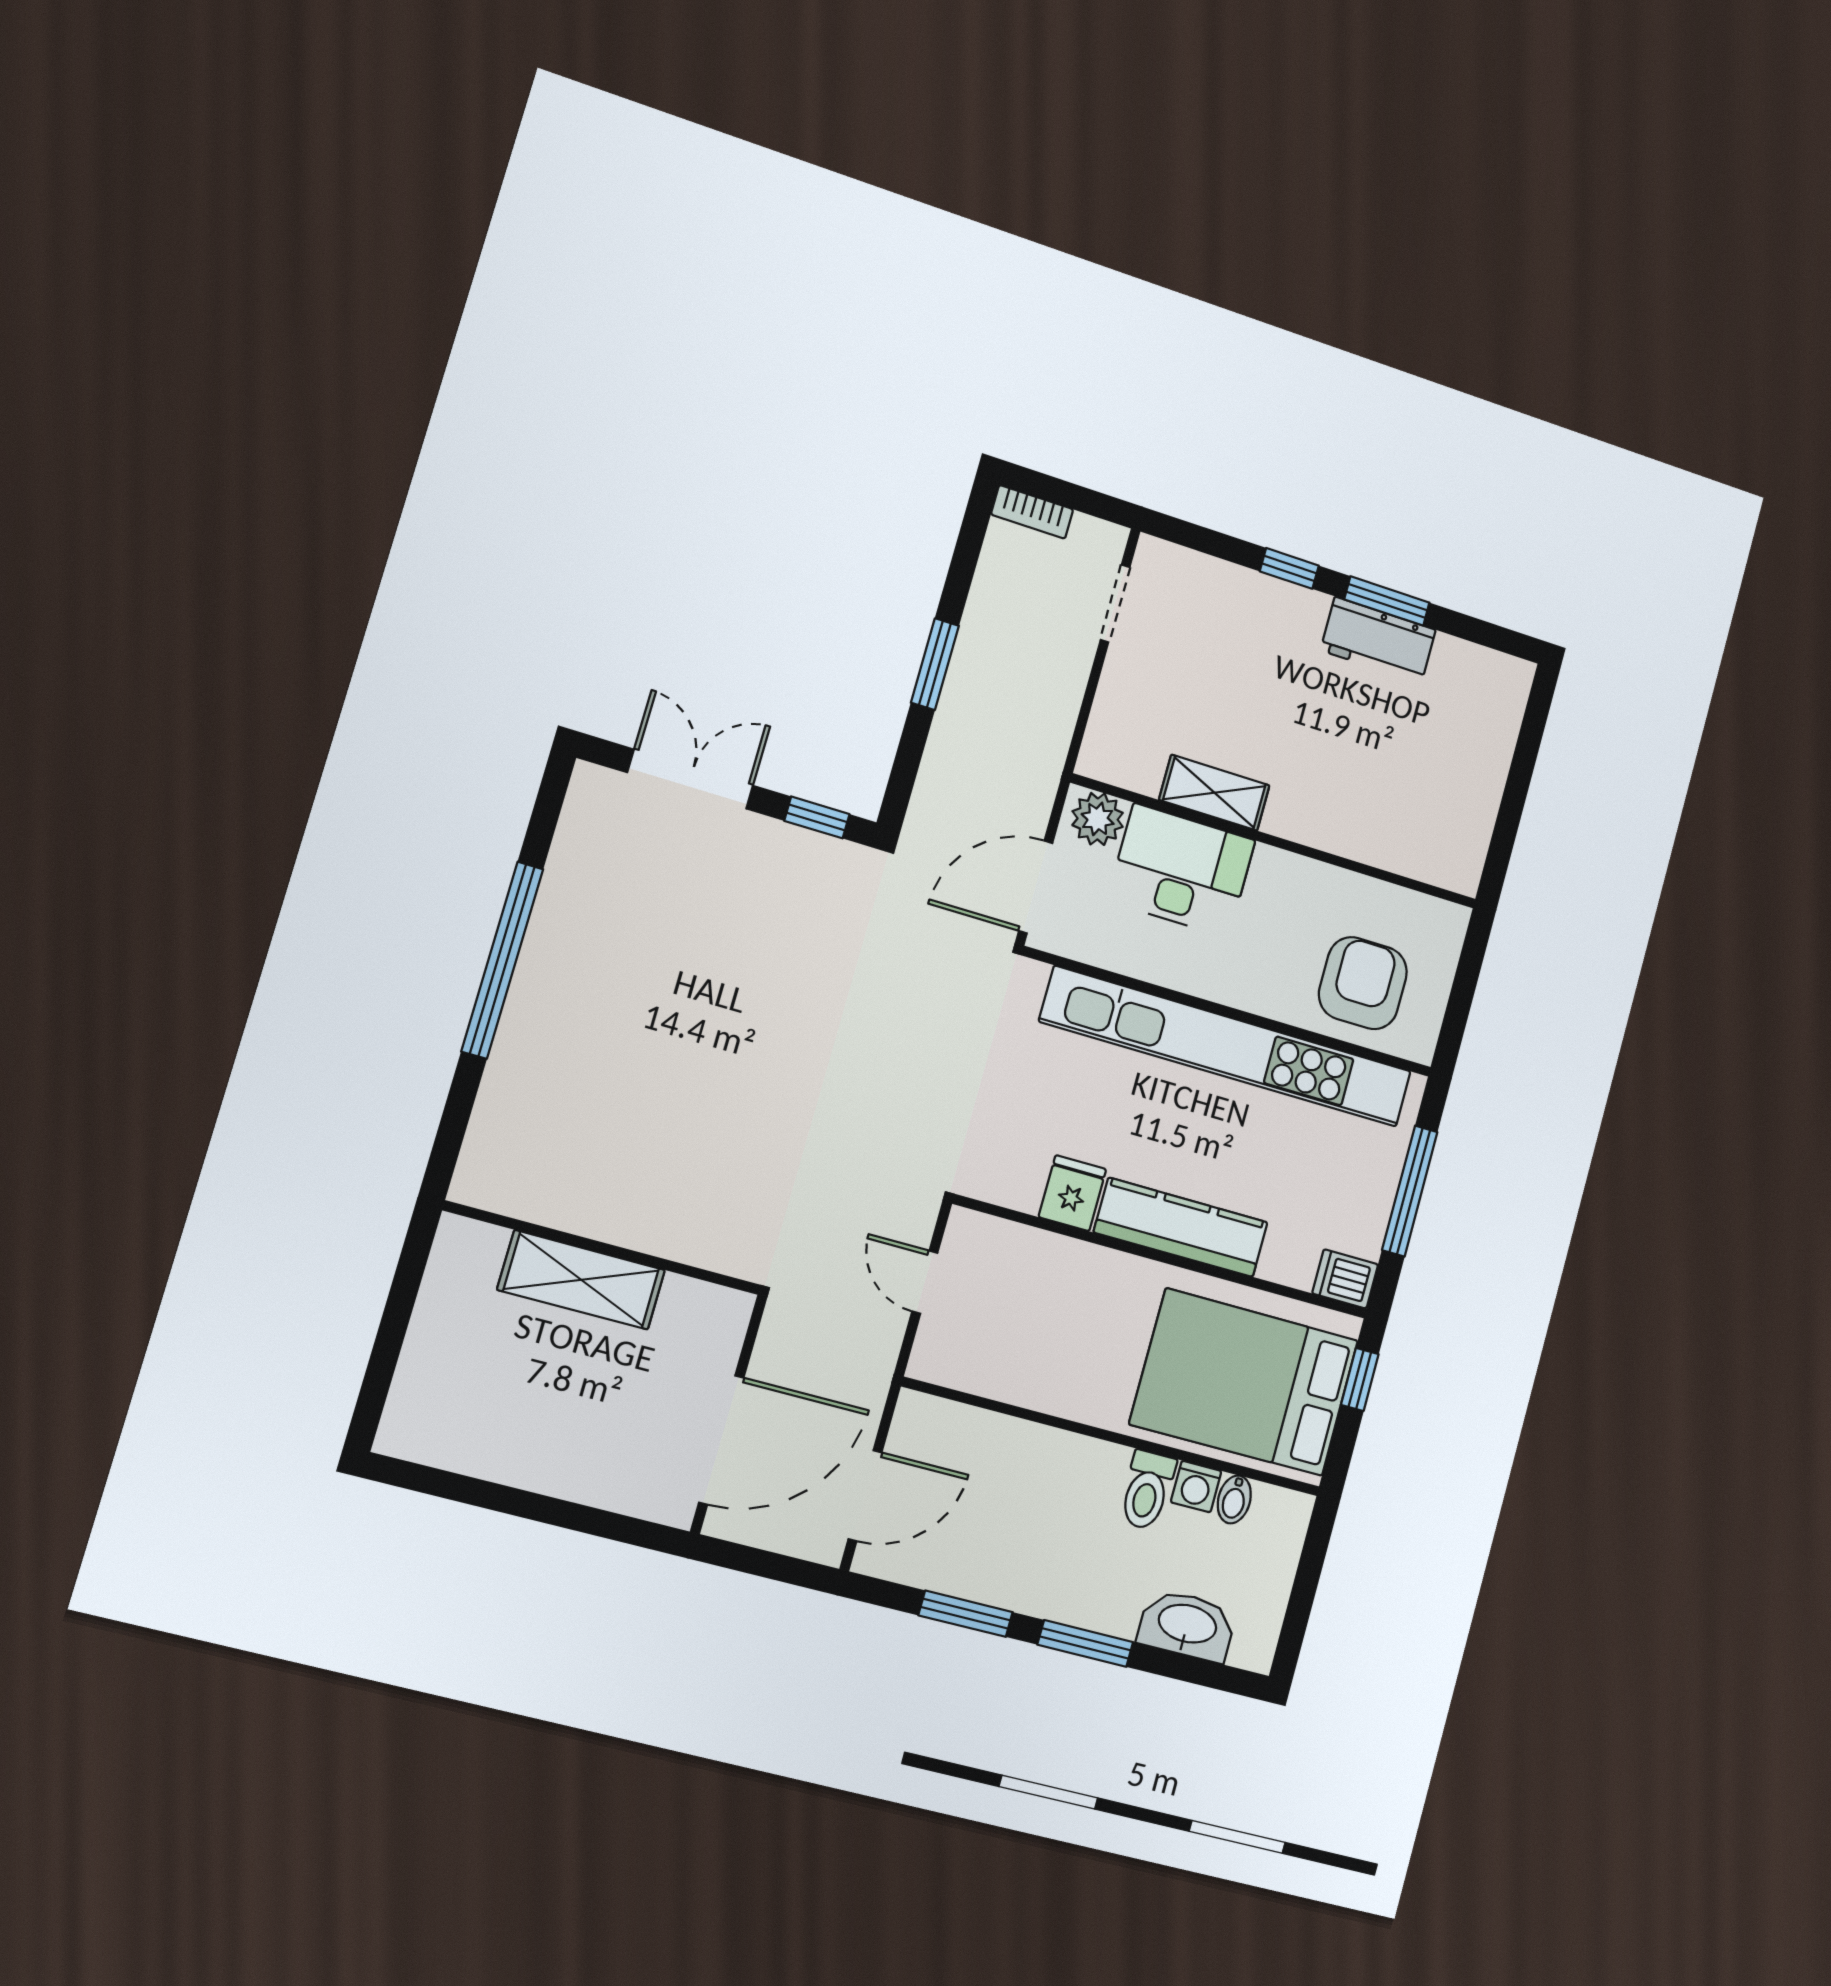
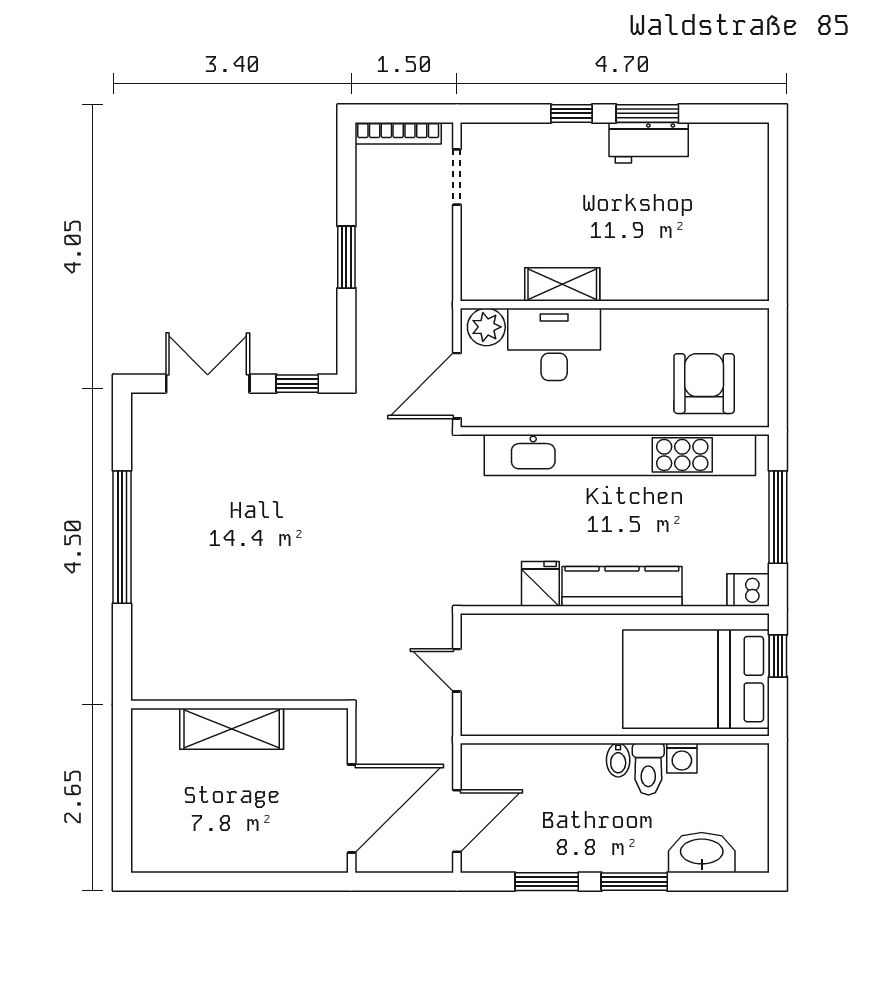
bookcase: (1032, 512) -> (398, 133), width x1.56
bidet: (1234, 1500) -> (618, 760), moved

